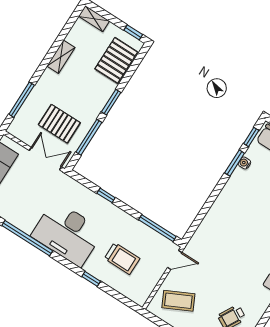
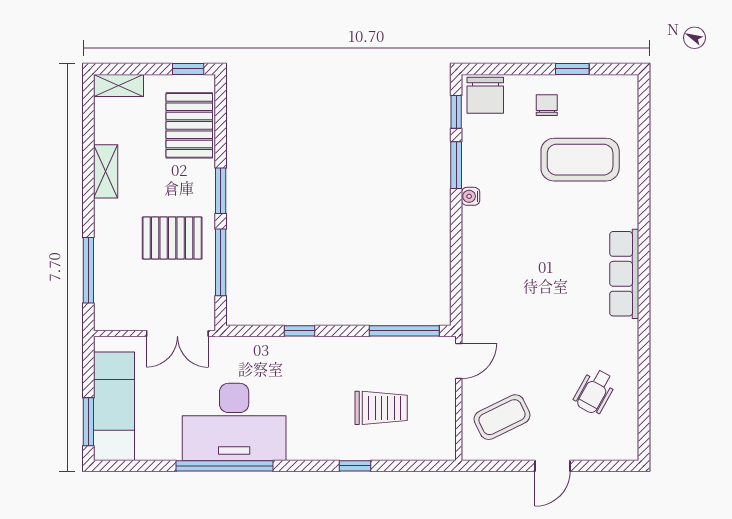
pallet: (59, 124) -> (172, 238), moved
double door: (45, 159) -> (177, 334), swing flipped
water cooler: (244, 163) -> (471, 196), moved
desk: (67, 233) -> (234, 422), moved

